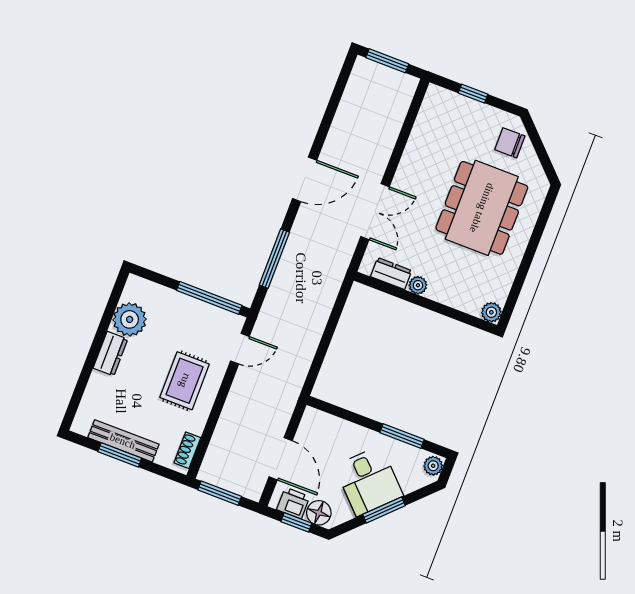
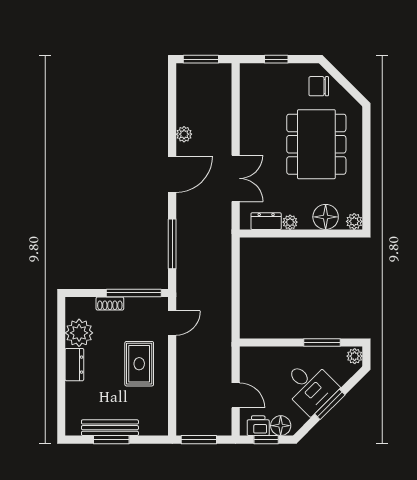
plant: (335, 139) -> (184, 134), added
floor lamp: (461, 295) -> (326, 217), added
shoe rack: (187, 450) -> (110, 304), moved, turned -90
door: (281, 459) -> (236, 395), width x0.73

